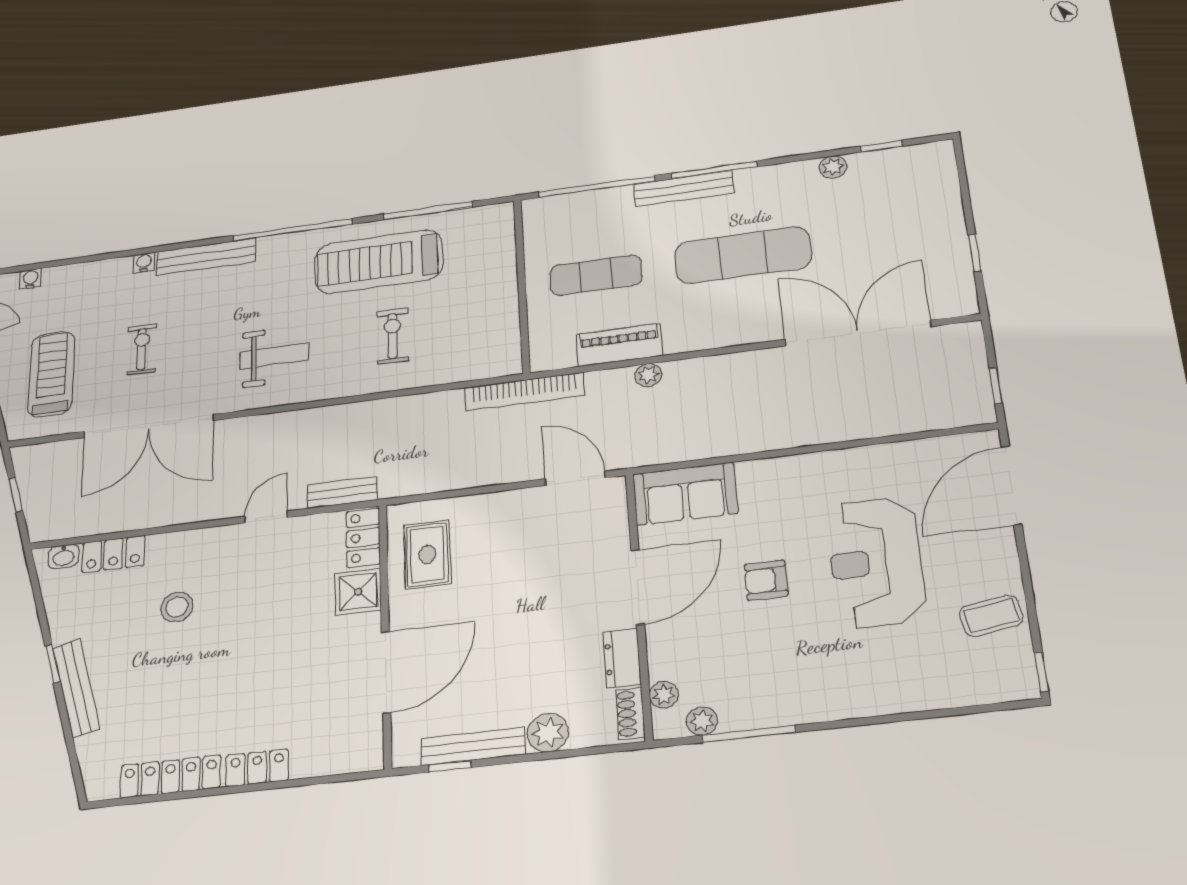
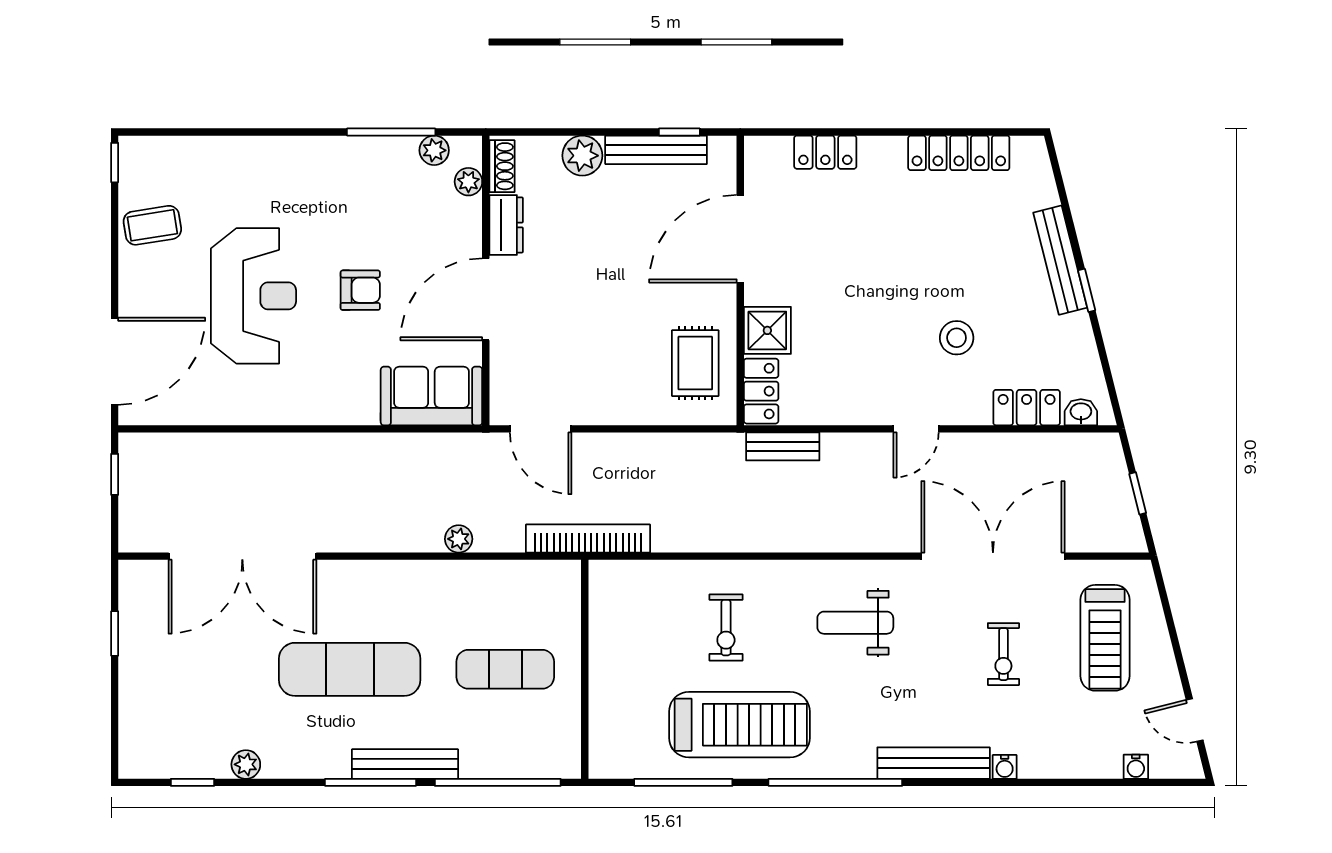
piano: (619, 345) -> (486, 580), removed
door: (266, 517) -> (916, 429), moved
locker: (257, 768) -> (825, 152), moved

